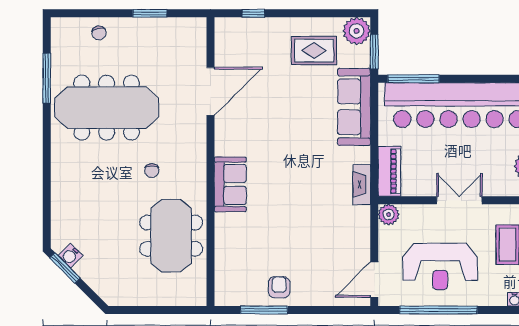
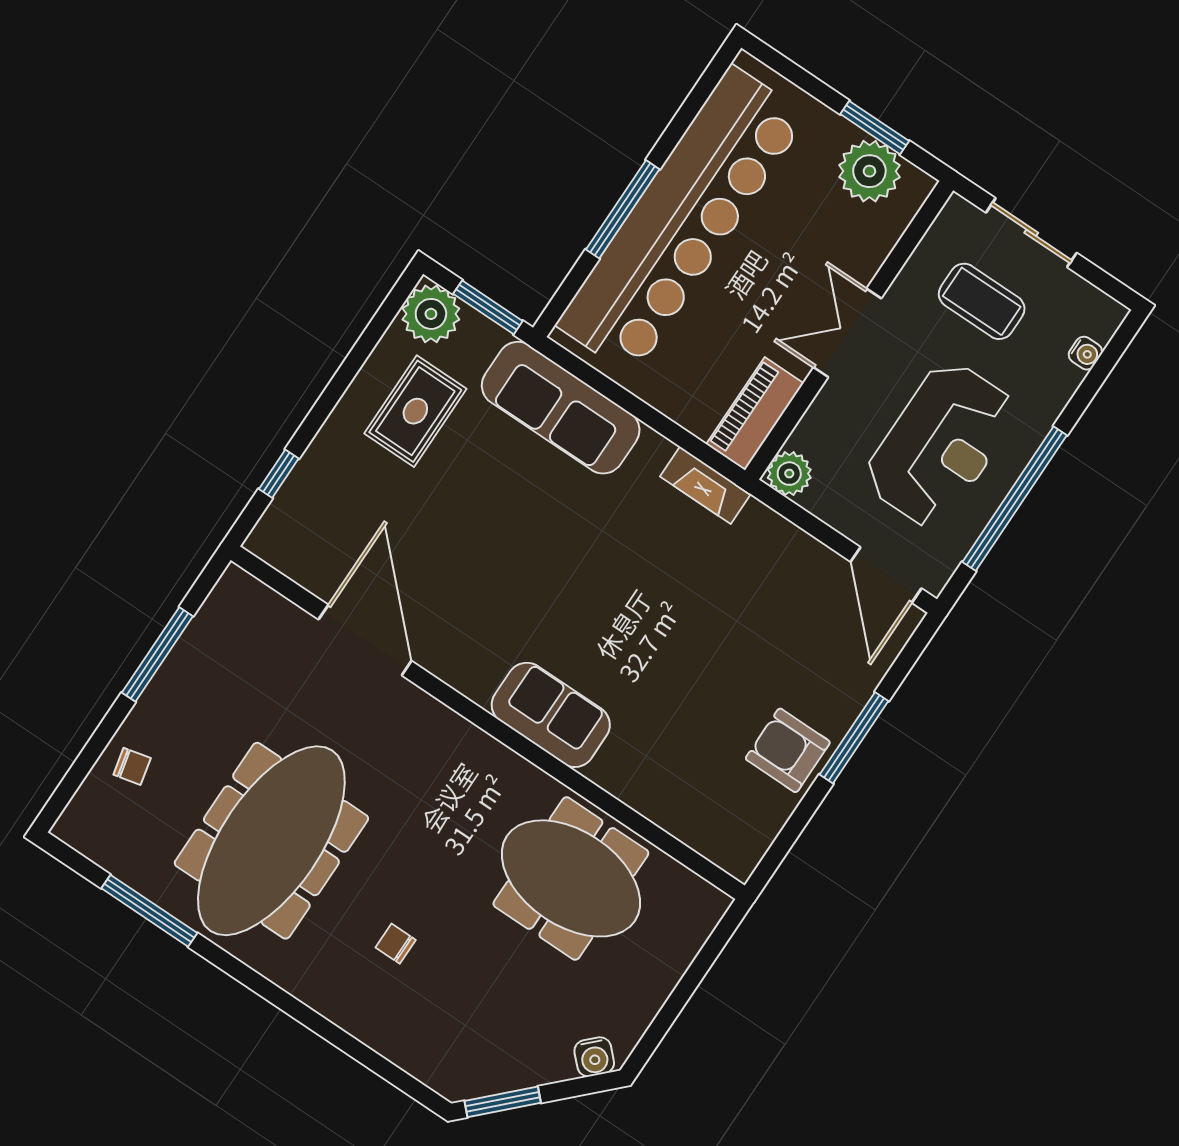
window: (150, 13) -> (157, 654), width x1.44
window: (414, 79) -> (623, 209), moved
chair: (152, 171) -> (396, 944), moved, turned 180
piano: (389, 171) -> (755, 414), moved, turned -90
water cooler: (70, 256) -> (594, 1057), moved
armchair: (279, 287) -> (788, 750), width x1.38, depth x1.38
window: (264, 310) -> (854, 738), moved

